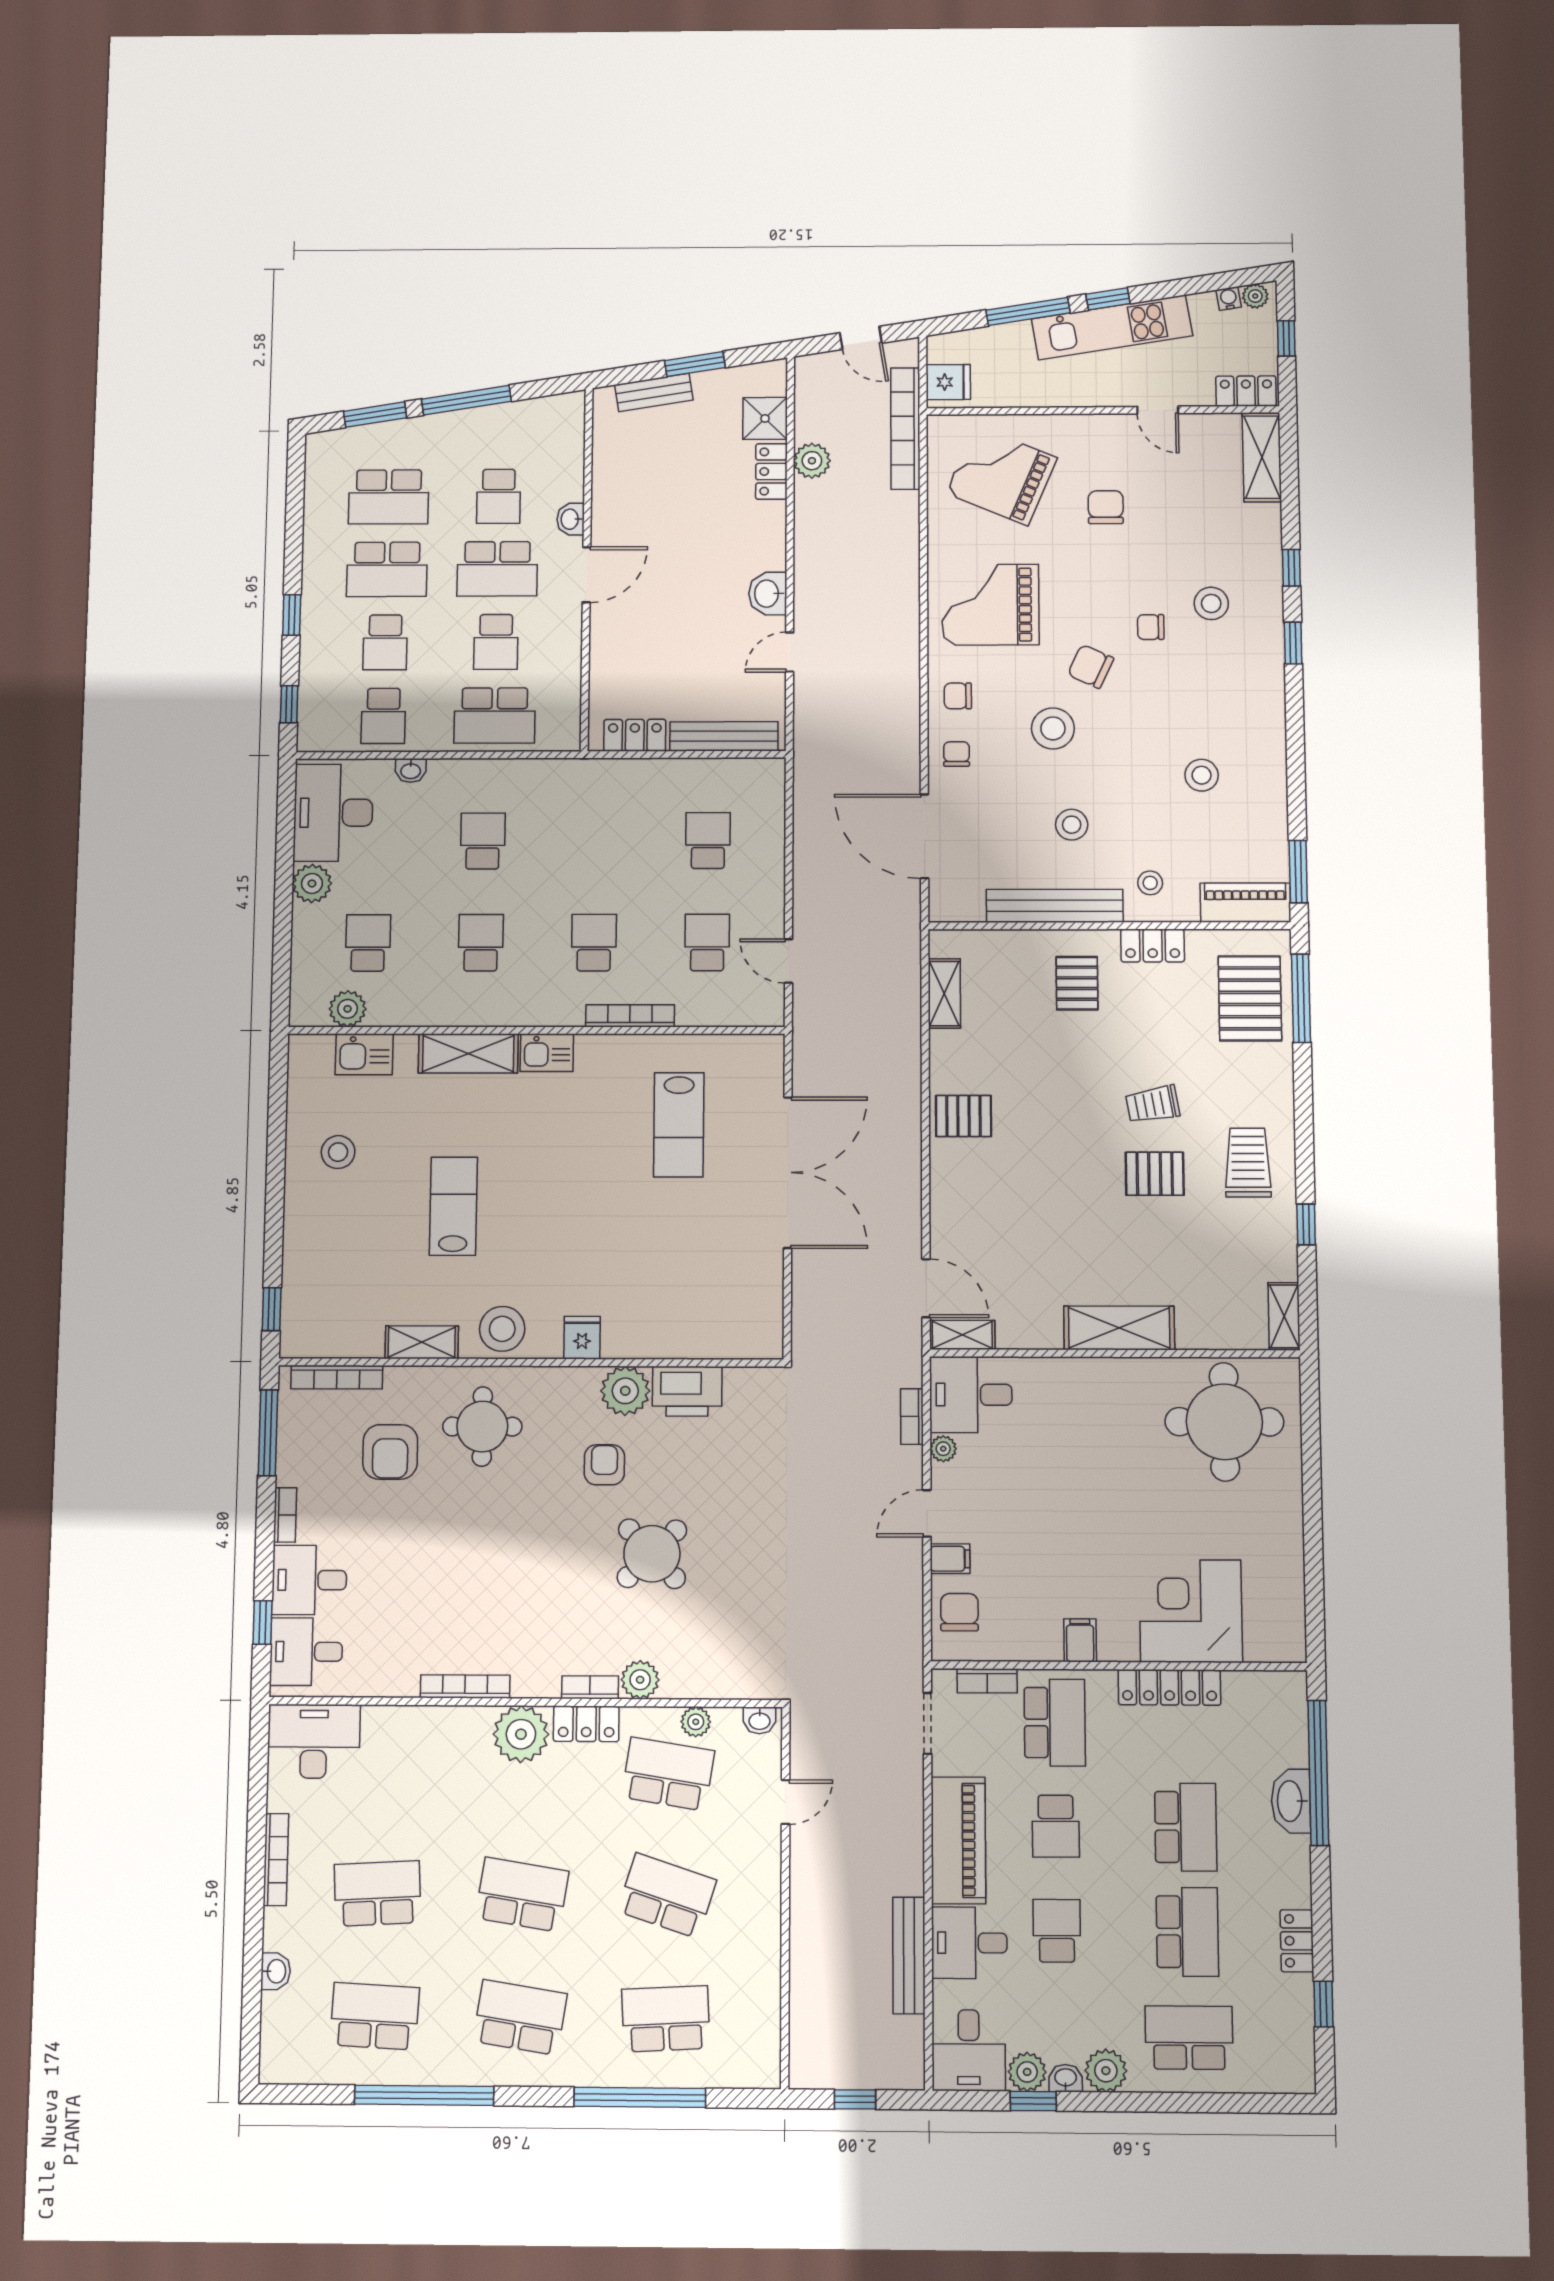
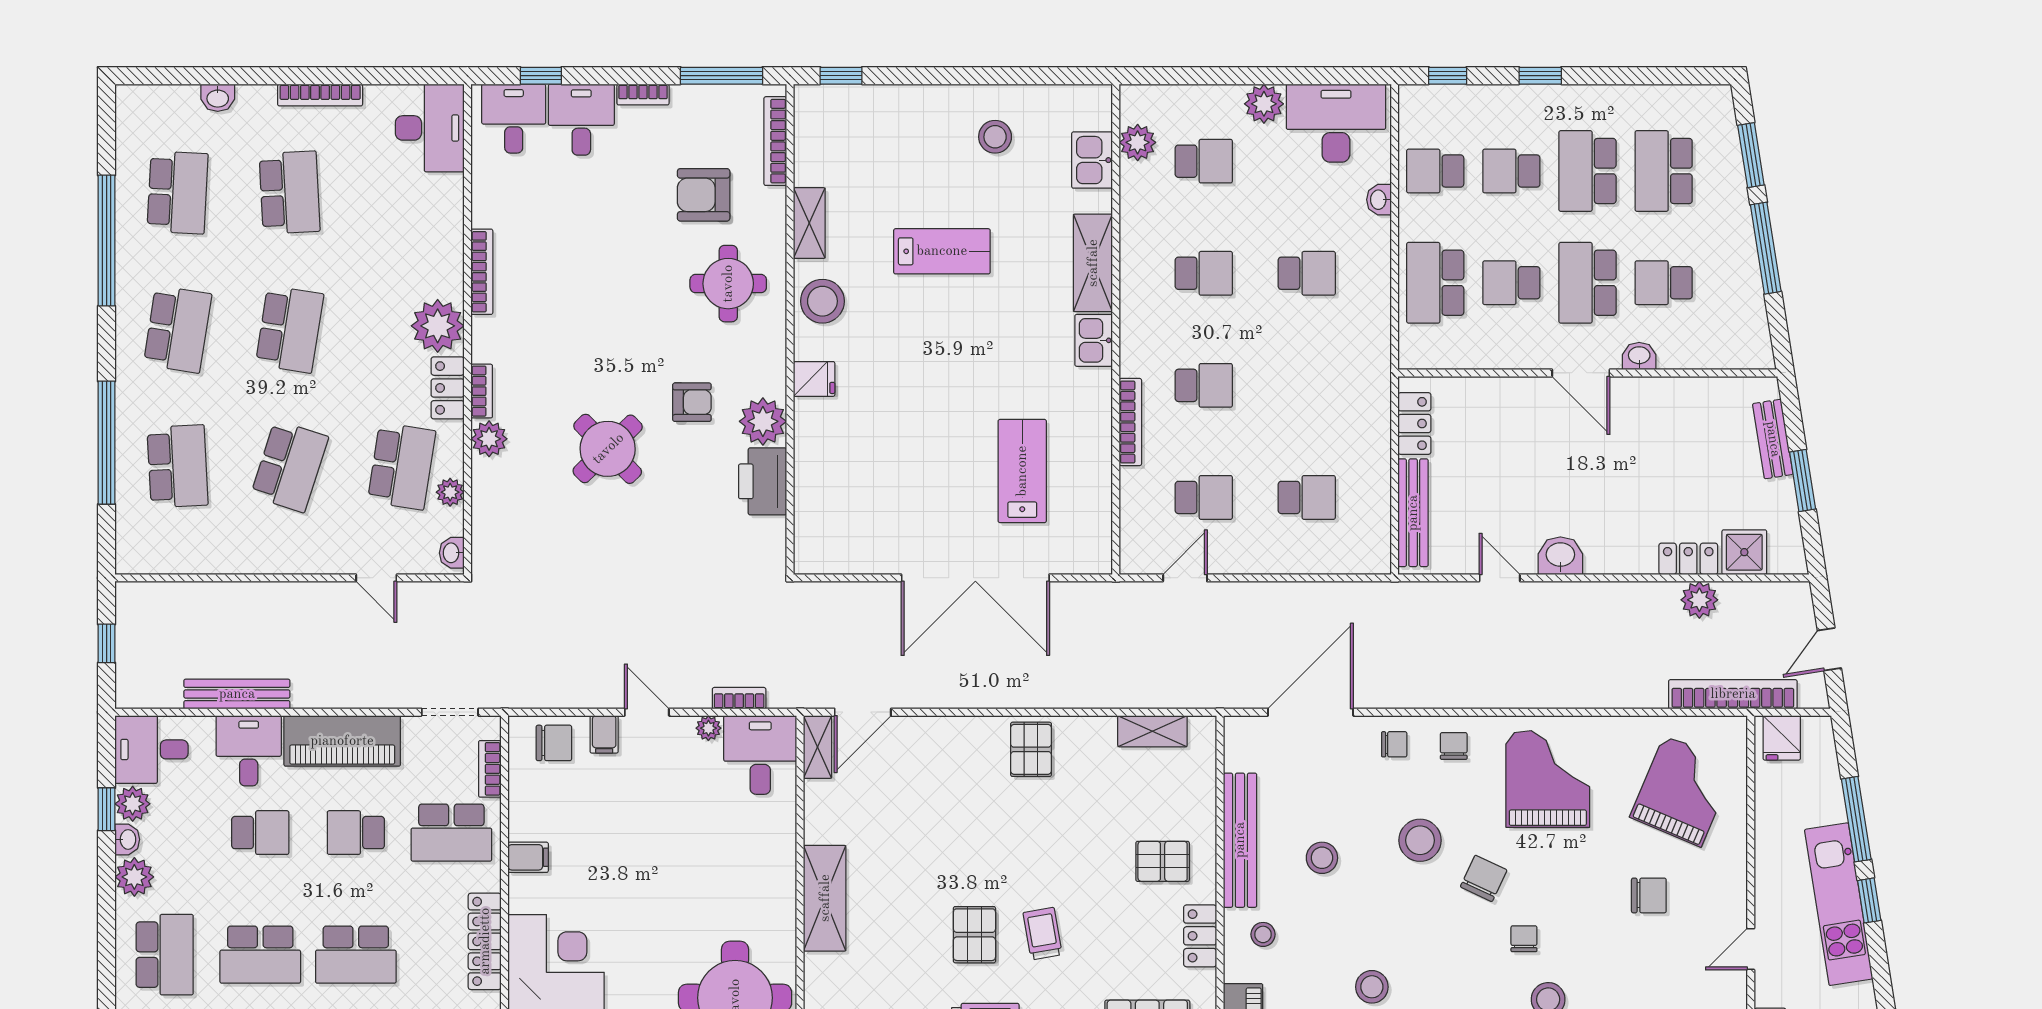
lab bench: (679, 1125) -> (1022, 471), turned 90

